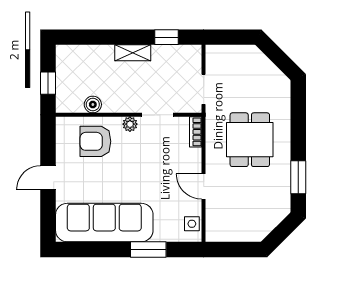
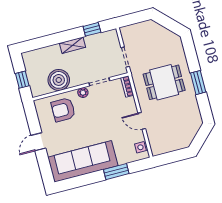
boiler: (93, 104) -> (59, 80), width x1.86, depth x1.86
dining table: (250, 140) -> (164, 82), turned 90
window: (298, 177) -> (198, 83), moved

